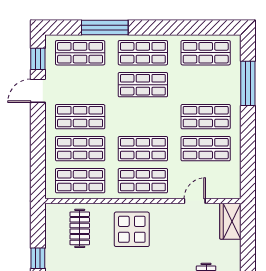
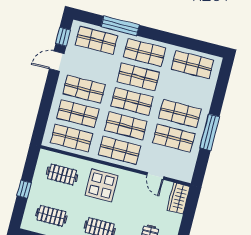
window: (248, 83) -> (210, 132), moved
shop shelf: (143, 117) -> (132, 101), added
door: (195, 201) -> (155, 176), swing flipped
clothes rail: (80, 228) -> (62, 174), turned 90

